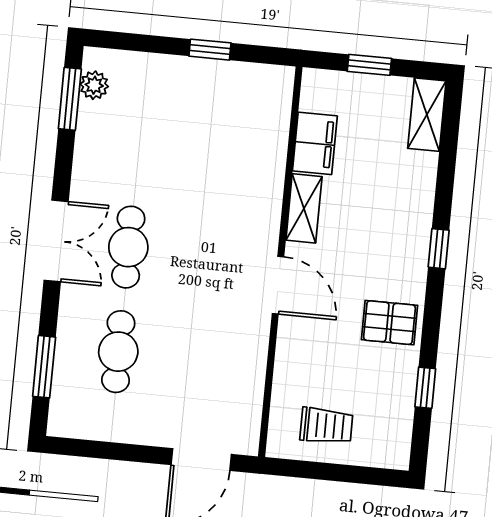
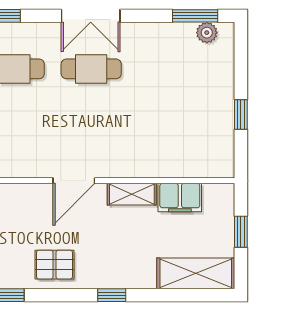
shelving: (427, 115) -> (196, 273), width x1.50, depth x1.33
pallet: (389, 323) -> (55, 265), turned 90

